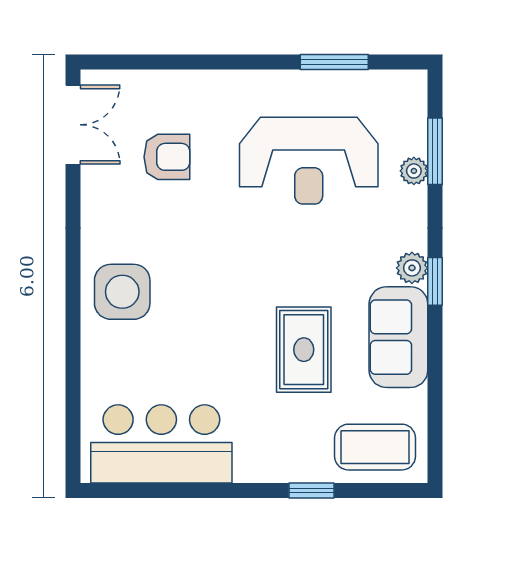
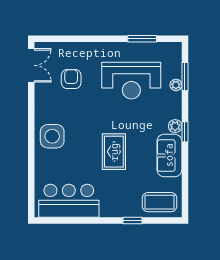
armchair: (167, 157) -> (71, 79), turned -90
rug: (304, 350) -> (114, 152), moved

